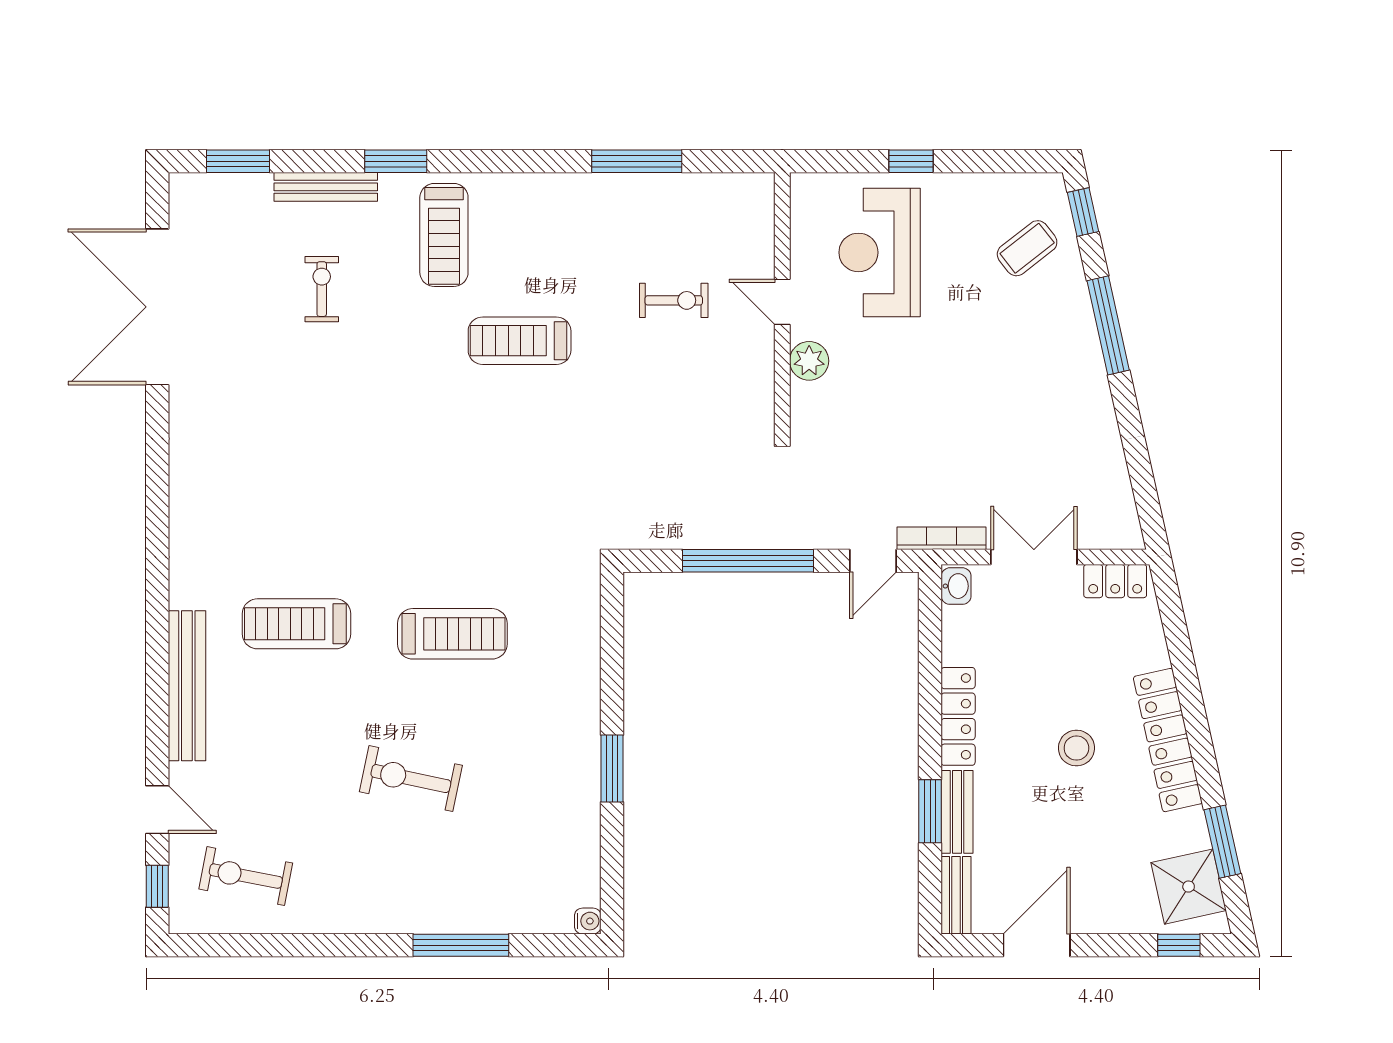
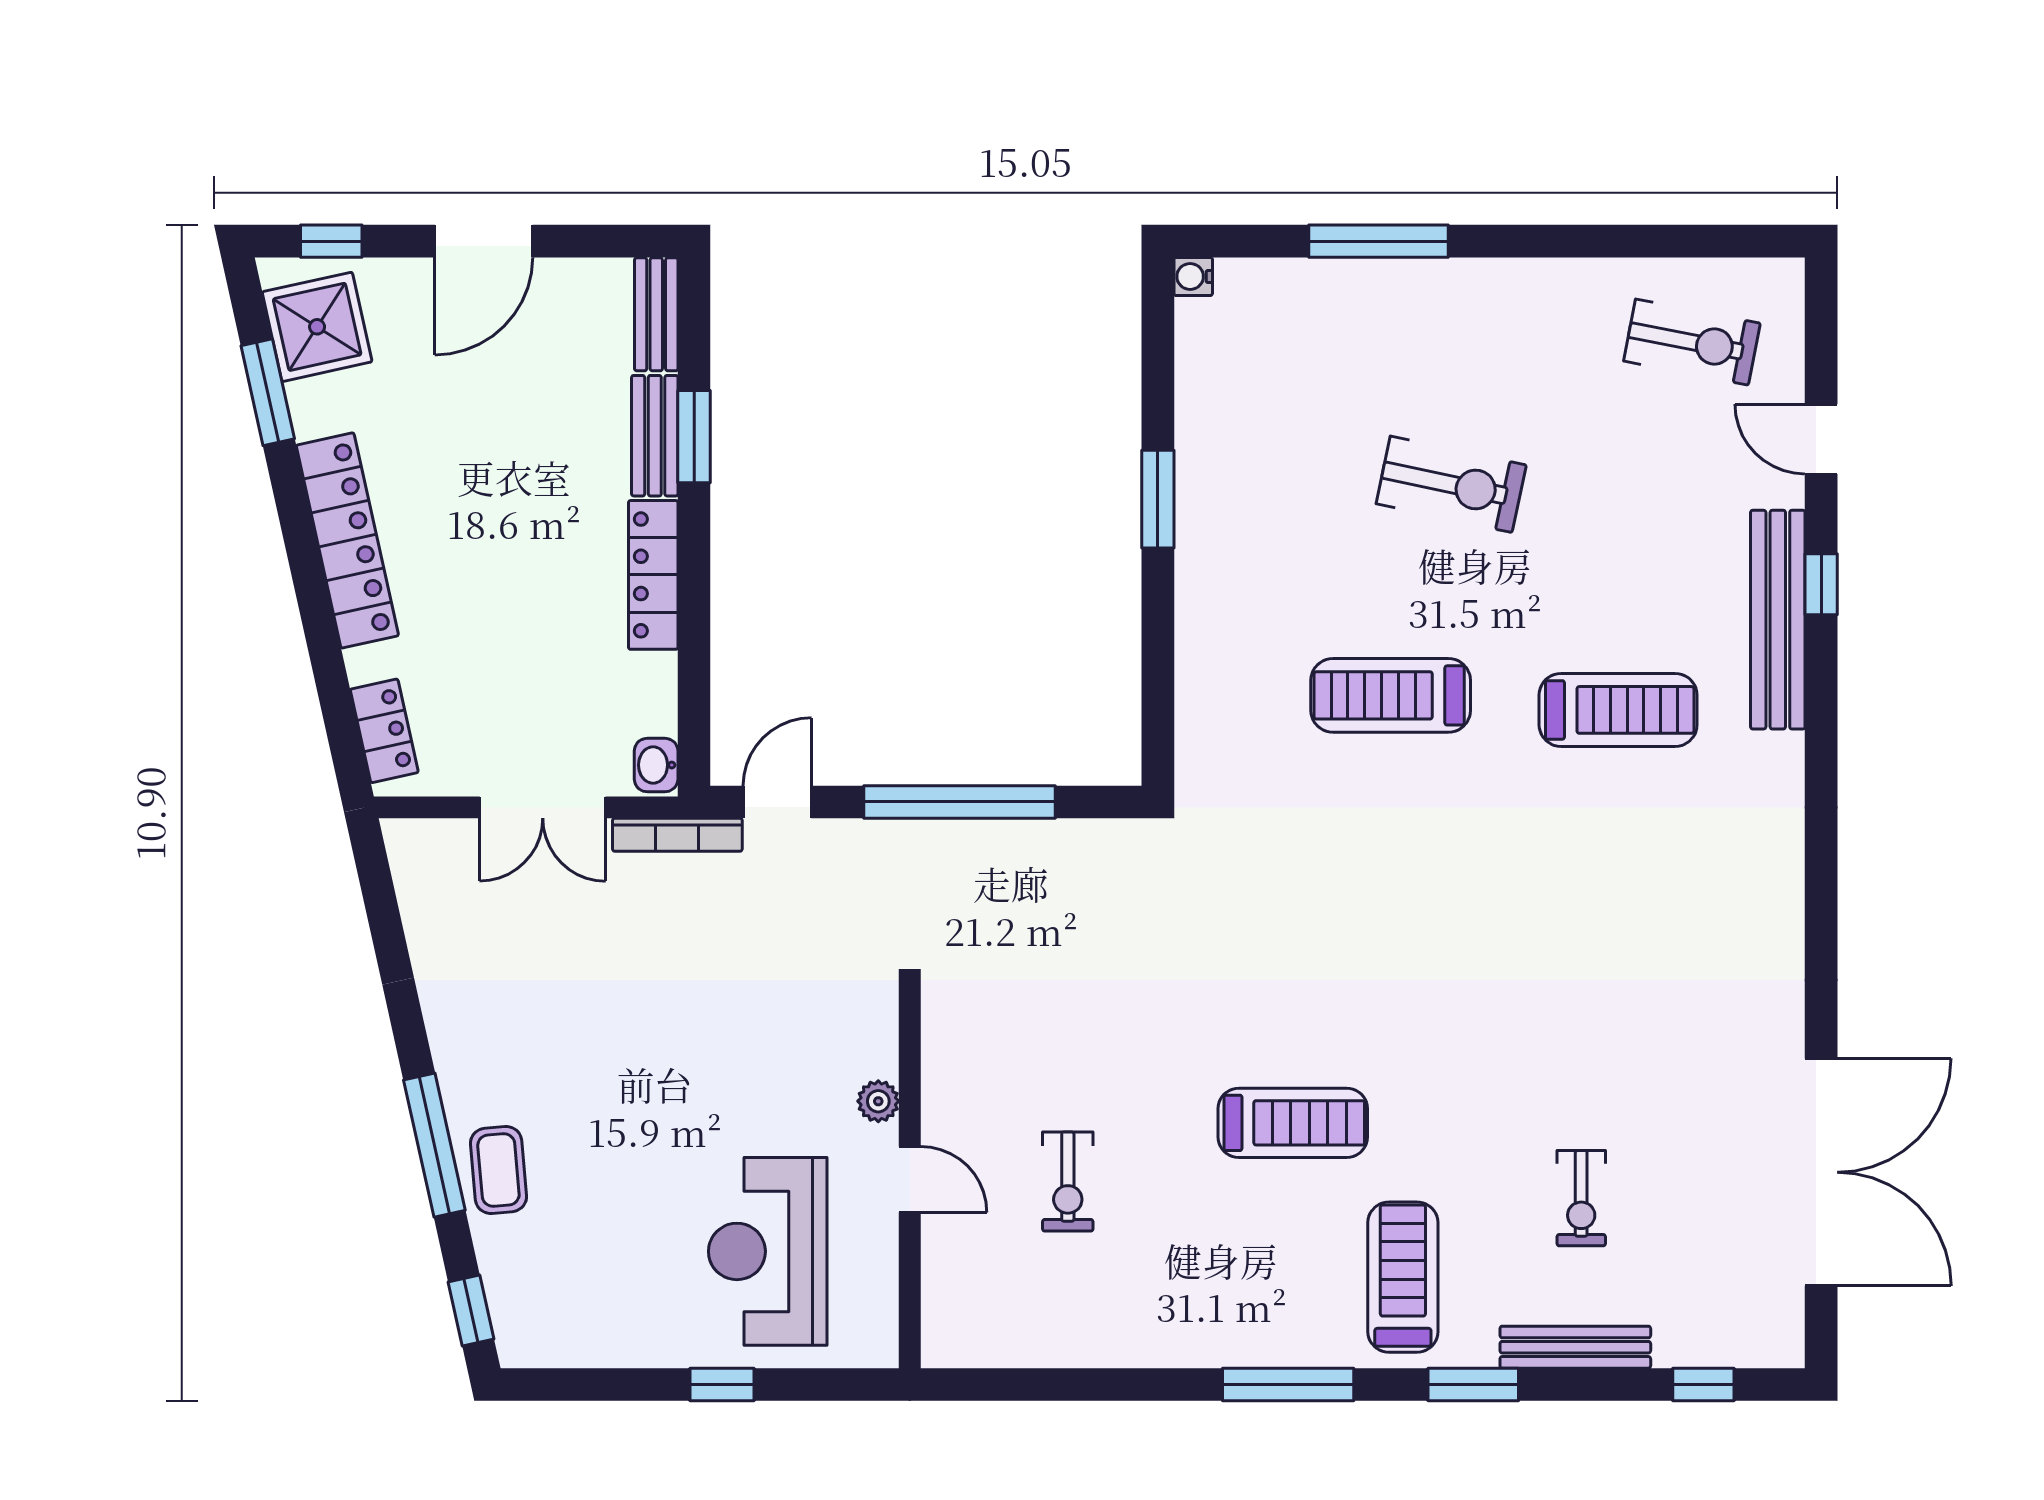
window: (238, 161) -> (1703, 1384), width x0.67
window: (637, 161) -> (1288, 1384), moved
coffee table: (1027, 248) -> (498, 1170), moved, turned -57
reception desk: (880, 252) -> (768, 1251), turned 180
exercise bike: (674, 300) -> (1068, 1182), turned -90
plant: (809, 361) -> (878, 1101), width x0.73, depth x0.73
locker: (1115, 581) -> (384, 731), moved, turned 78
stool: (1076, 748) -> (481, 529), removed
window: (157, 886) -> (1821, 584), moved
door: (1037, 945) -> (484, 241), moved

